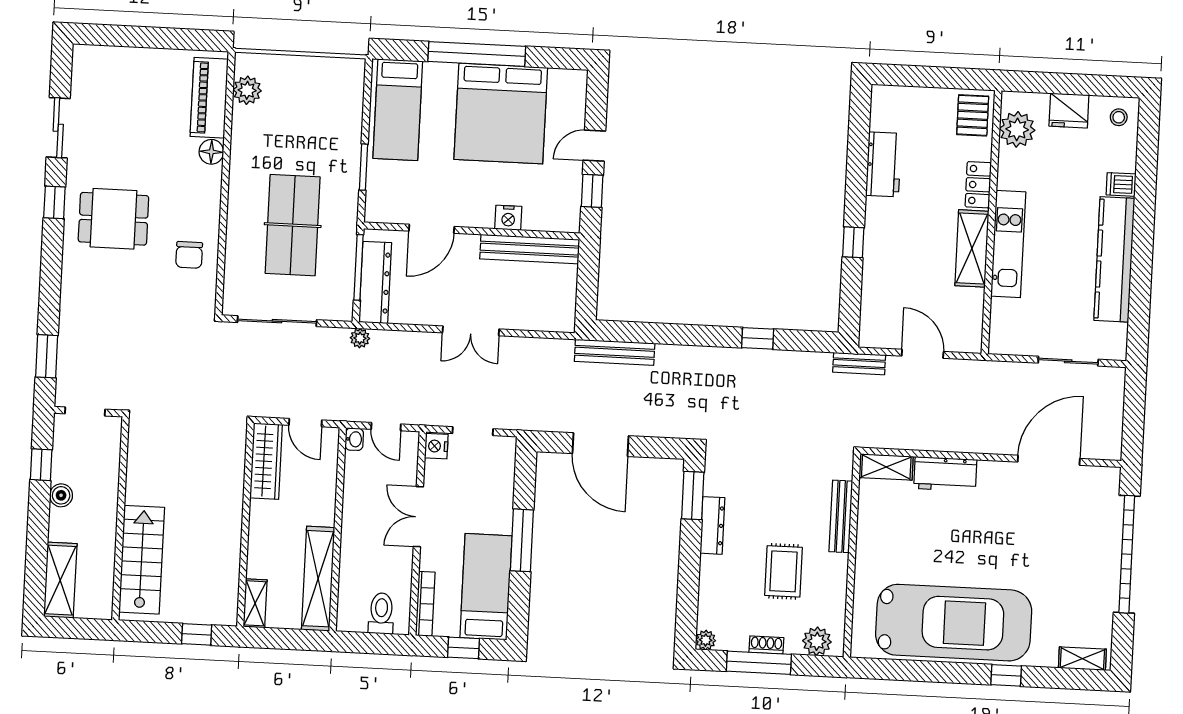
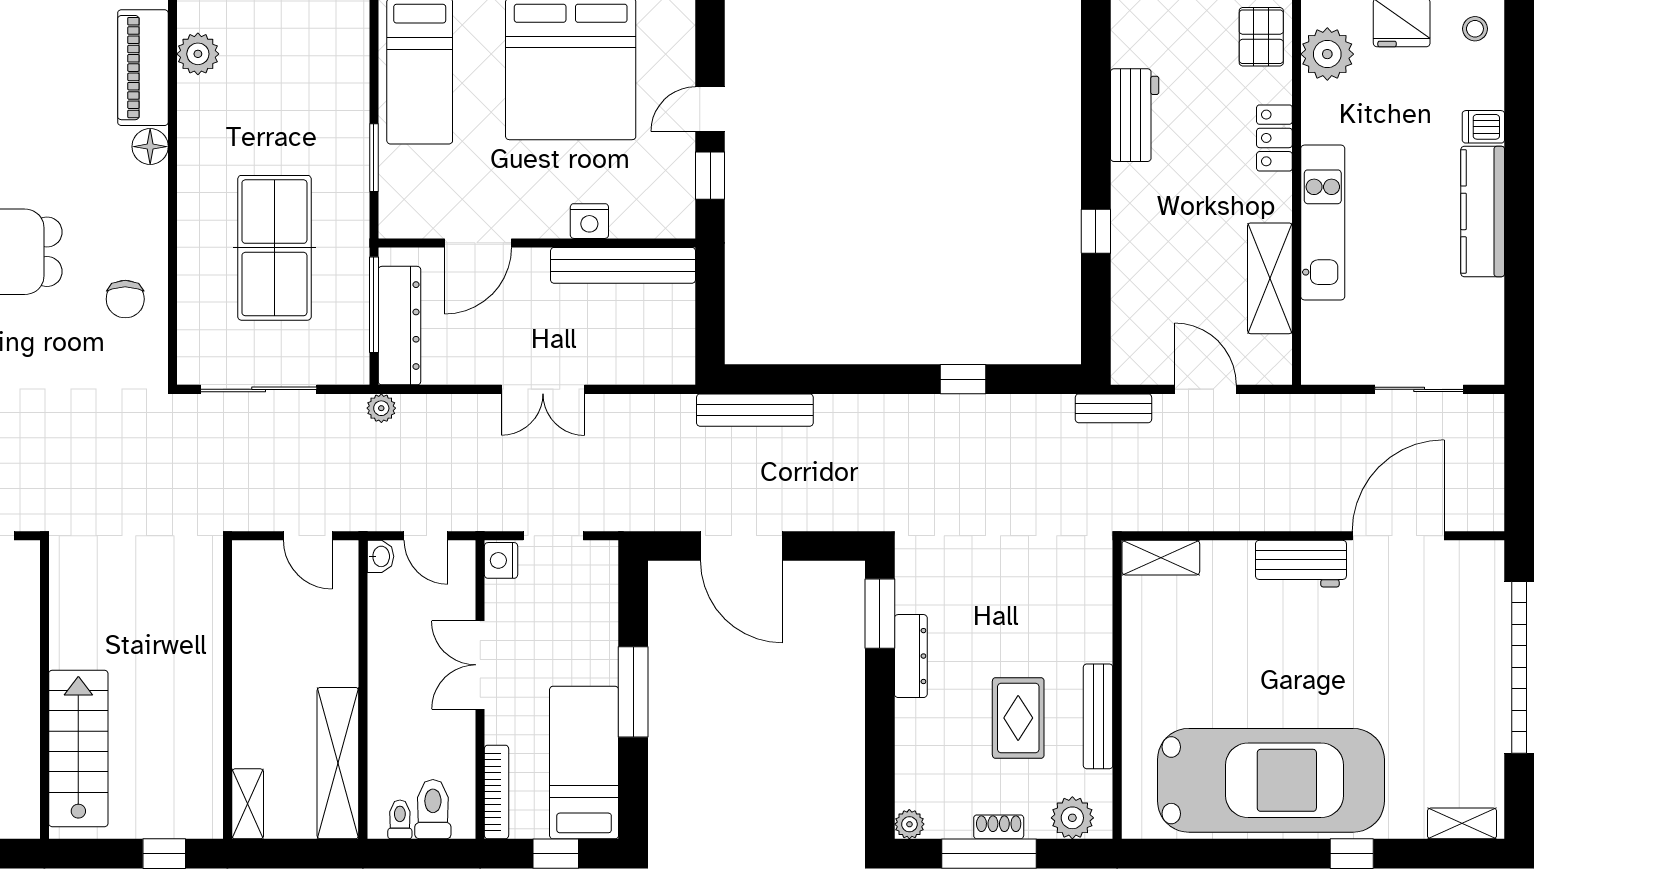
shelving: (972, 248) -> (1270, 278), moved
kitchen counter: (1114, 259) -> (1483, 211), width x0.72, depth x0.86
wardrobe: (266, 461) -> (253, 595), removed
workbench: (945, 474) -> (1301, 564), moved
bench: (841, 516) -> (1098, 716), moved
toilet: (358, 619) -> (400, 819), added

